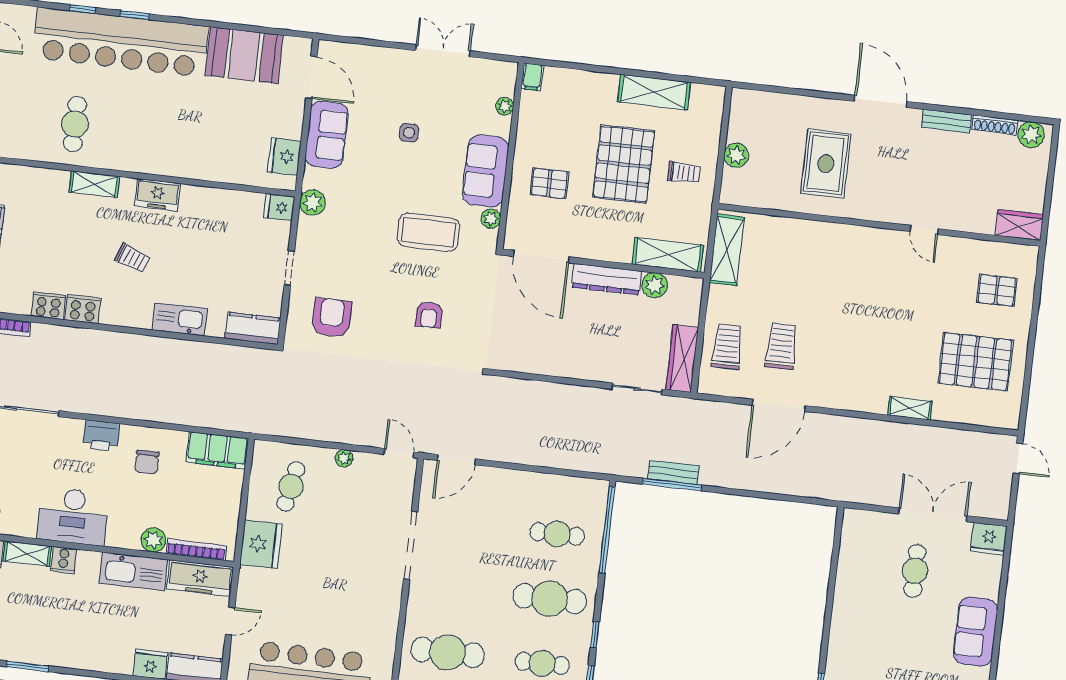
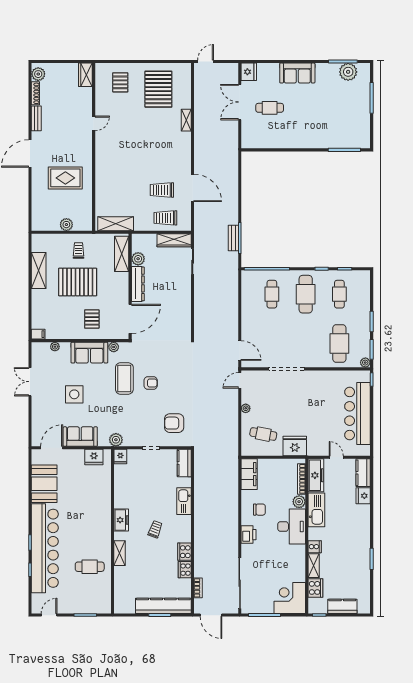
side table: (409, 133) -> (74, 394), width x1.87, depth x1.87
armchair: (429, 315) -> (151, 383), moved
desk: (73, 516) -> (292, 526), moved

